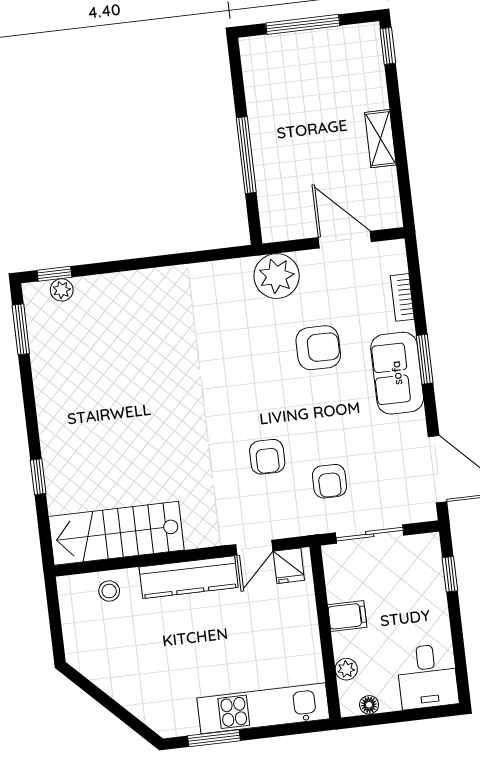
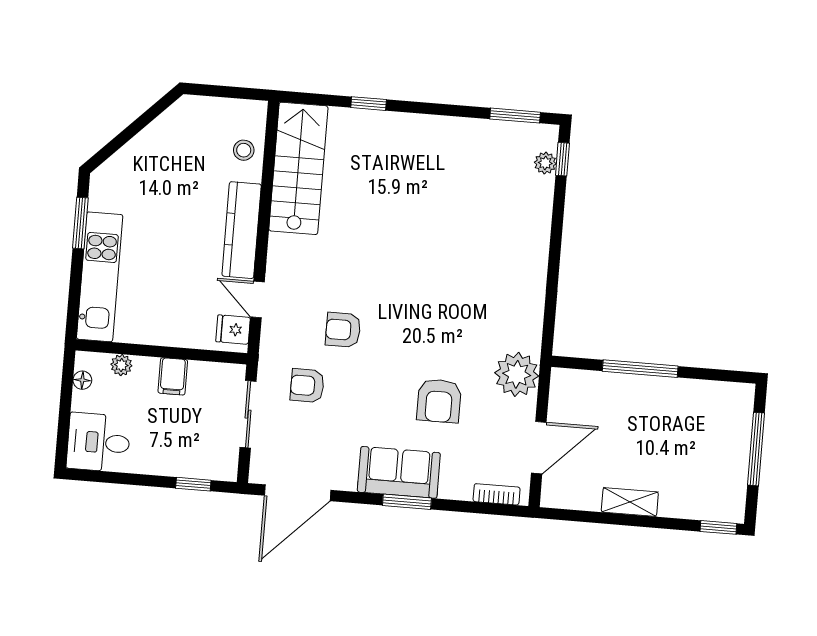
bookcase: (402, 297) -> (497, 494), moved

